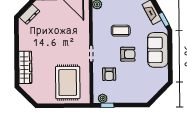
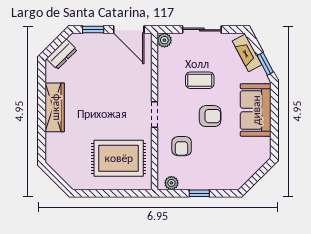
wardrobe: (25, 67) -> (55, 107), moved
rug: (68, 83) -> (119, 158), turned 90
window: (107, 105) -> (199, 193), moved

